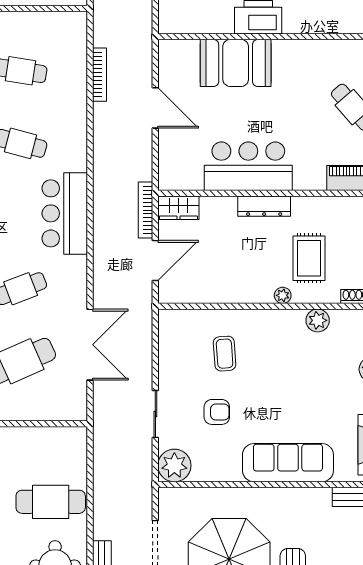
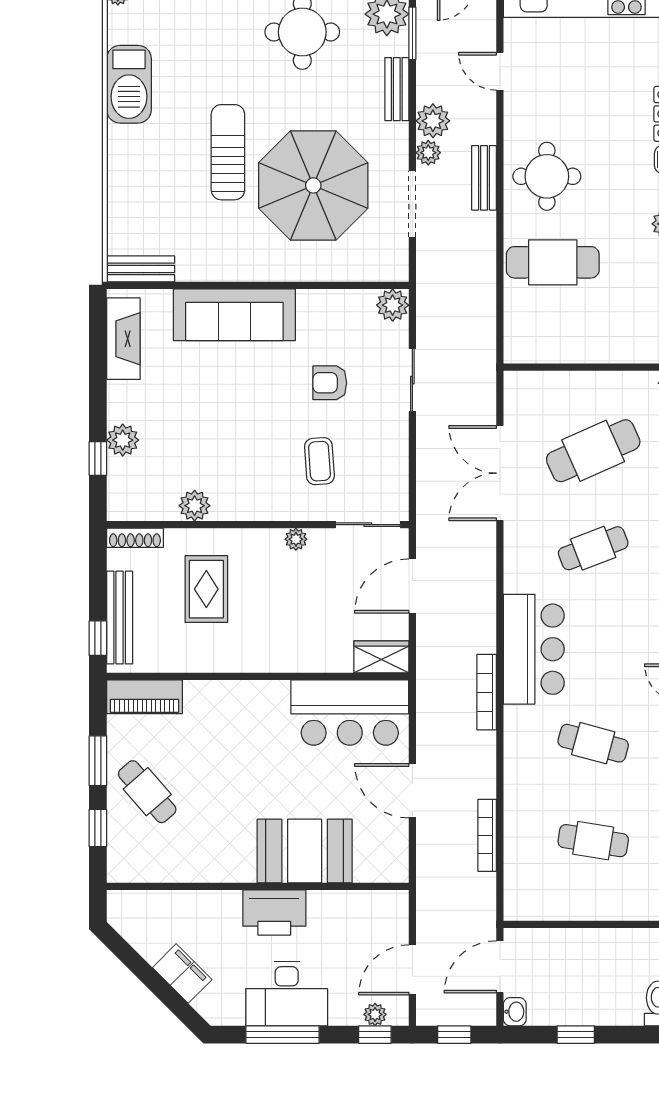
bar counter: (248, 166) -> (350, 713), moved
dresser: (264, 206) -> (266, 659), removed
bookcase: (145, 210) -> (487, 692), moved, turned 180
plant: (283, 295) -> (296, 539), moved
sliding door: (189, 306) -> (368, 525), added
plant: (174, 465) -> (393, 305), width x0.73, depth x0.73

